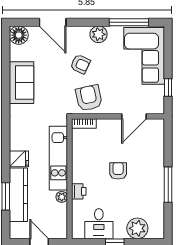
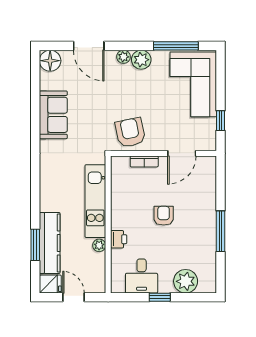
plant: (83, 32) -> (124, 57), added
armchair: (80, 64) -> (120, 94), removed
bookcase: (84, 123) -> (144, 161), moved
fridge: (19, 159) -> (50, 284), moved

